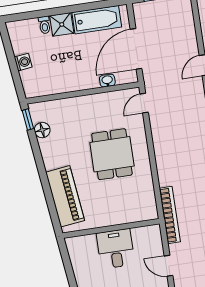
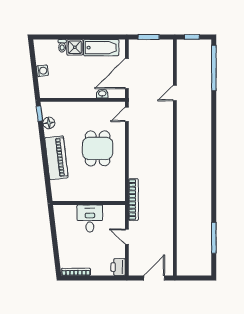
piano: (65, 196) -> (56, 158), moved

